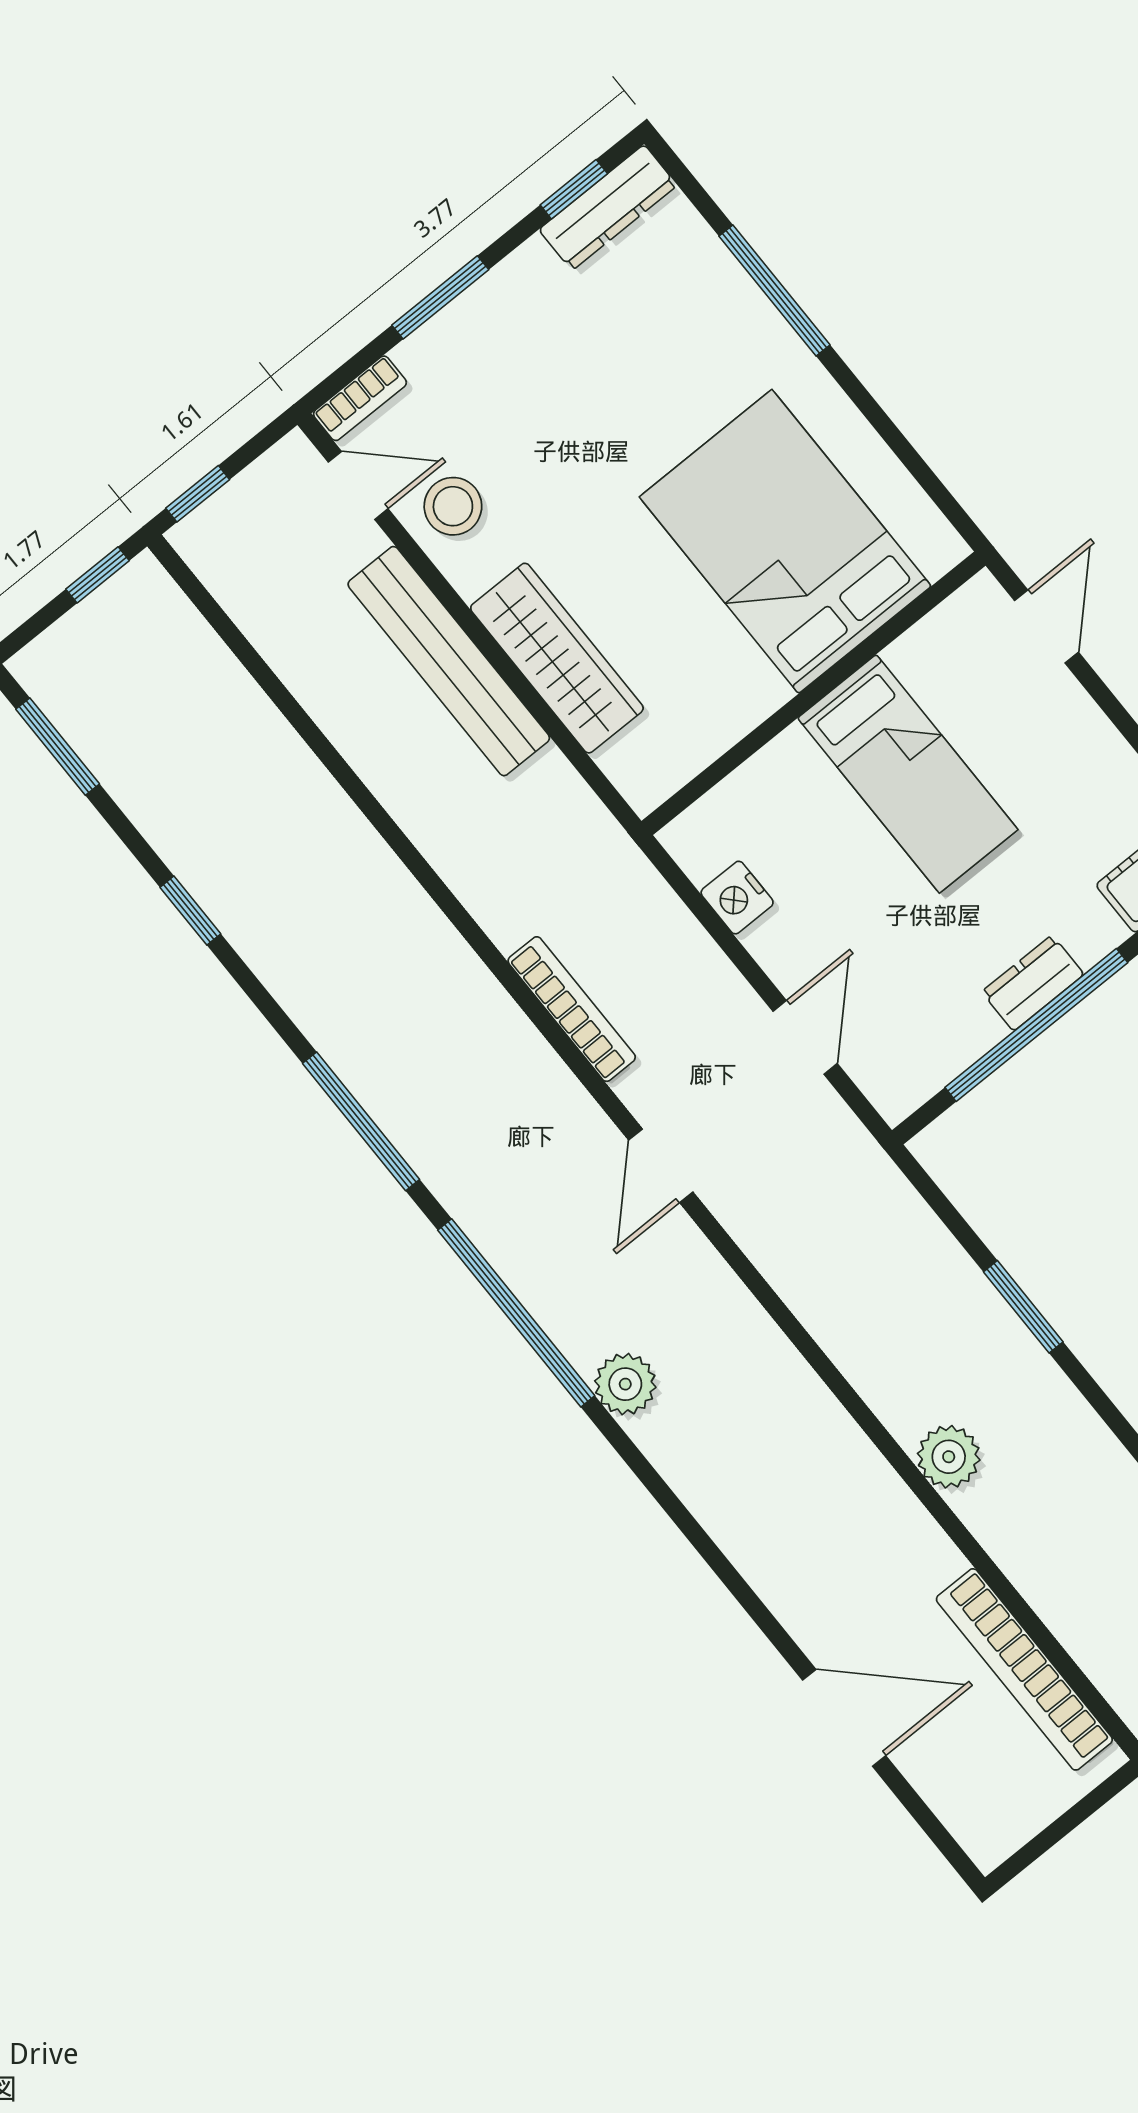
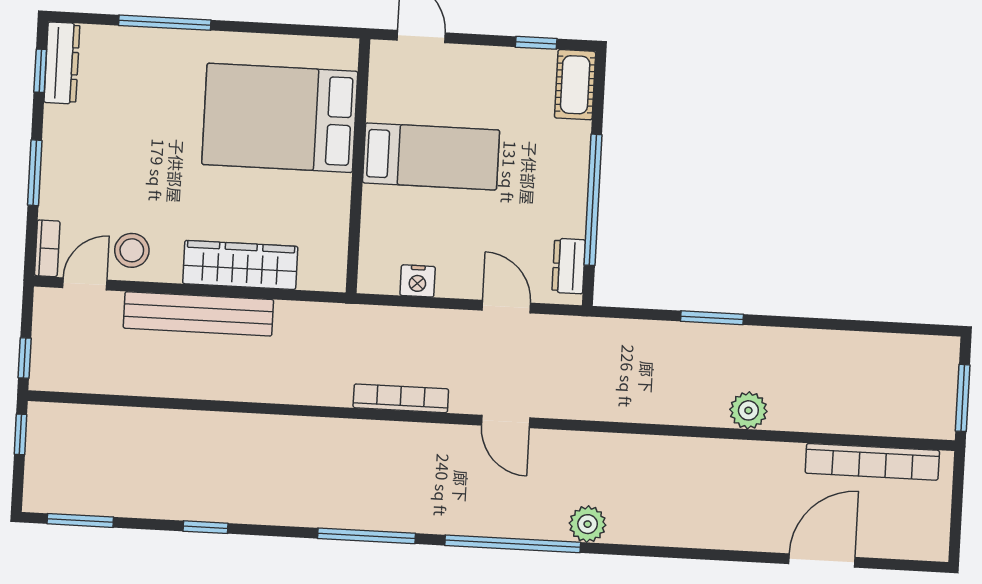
dresser: (1033, 983) -> (569, 266), moved

